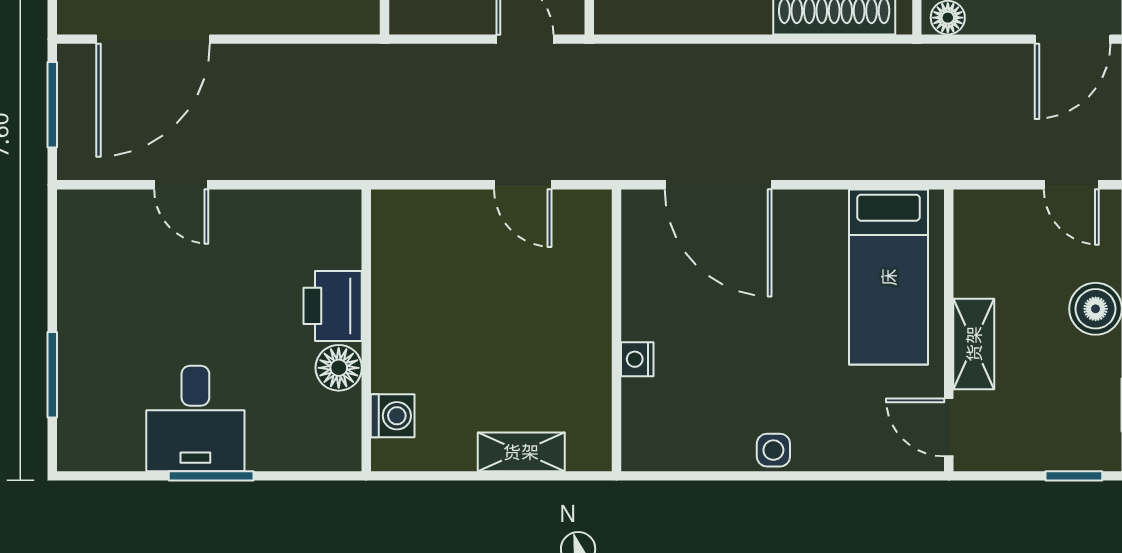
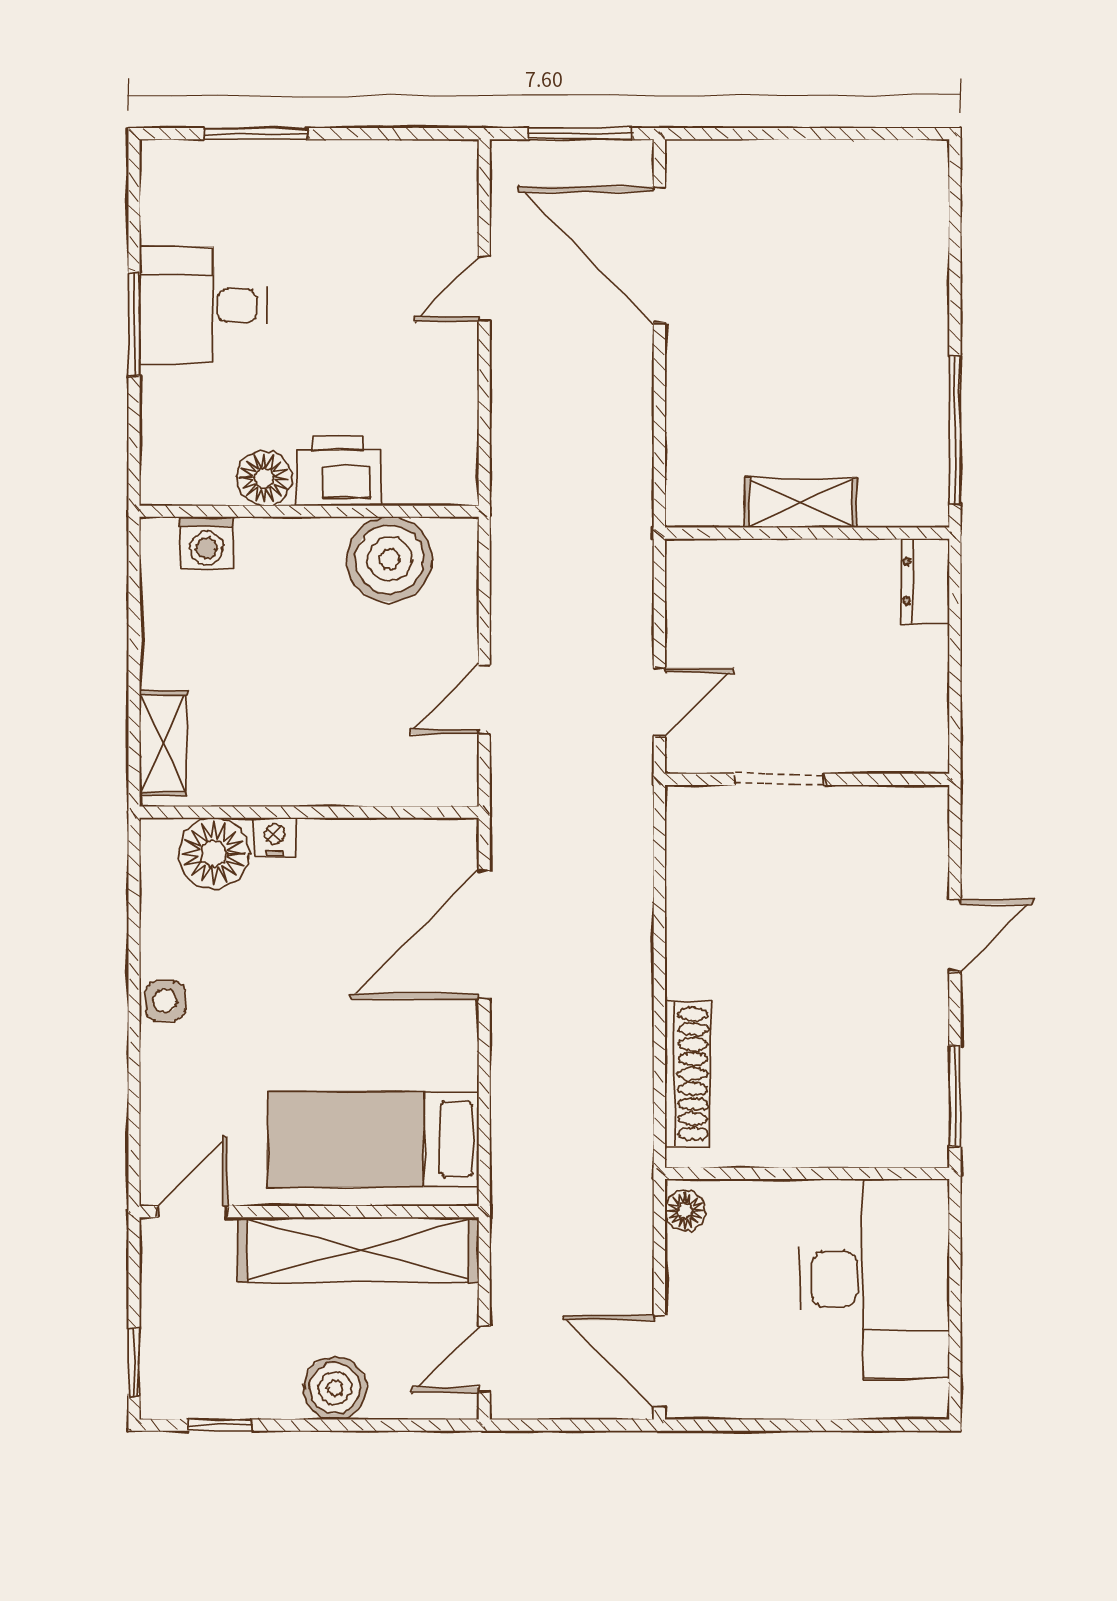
boiler: (406, 263) -> (390, 559), added
shelving: (974, 344) -> (358, 1250), width x2.20, depth x1.33
floor lamp: (651, 410) -> (214, 853), added
shelving: (521, 452) -> (163, 743), moved

